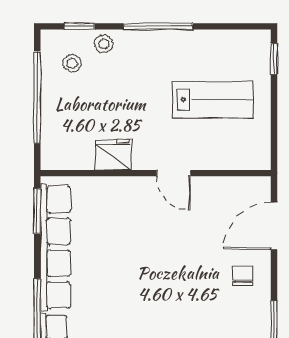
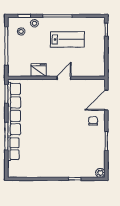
lab bench: (213, 100) -> (67, 39), moved
door: (174, 173) -> (64, 78), swing flipped

